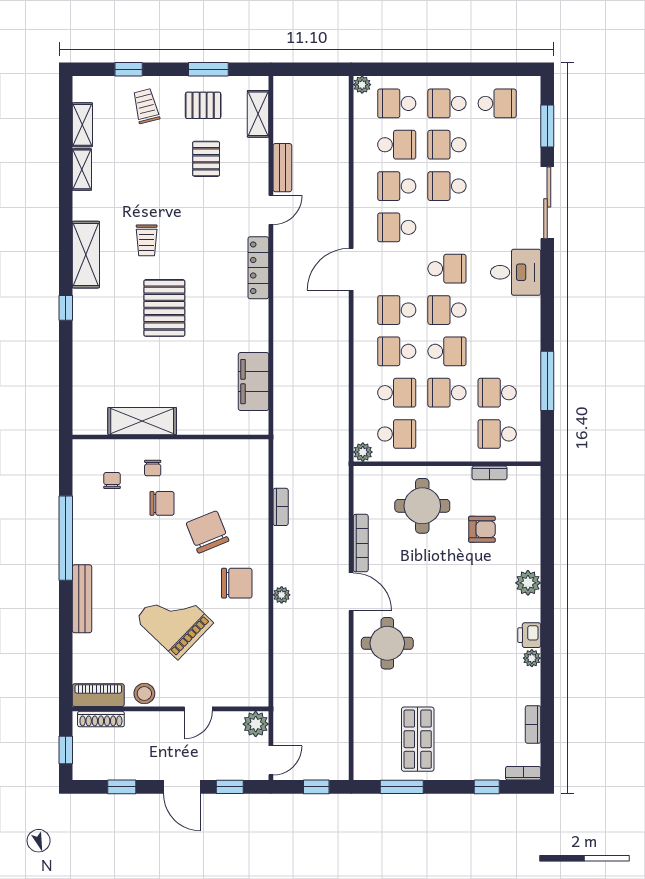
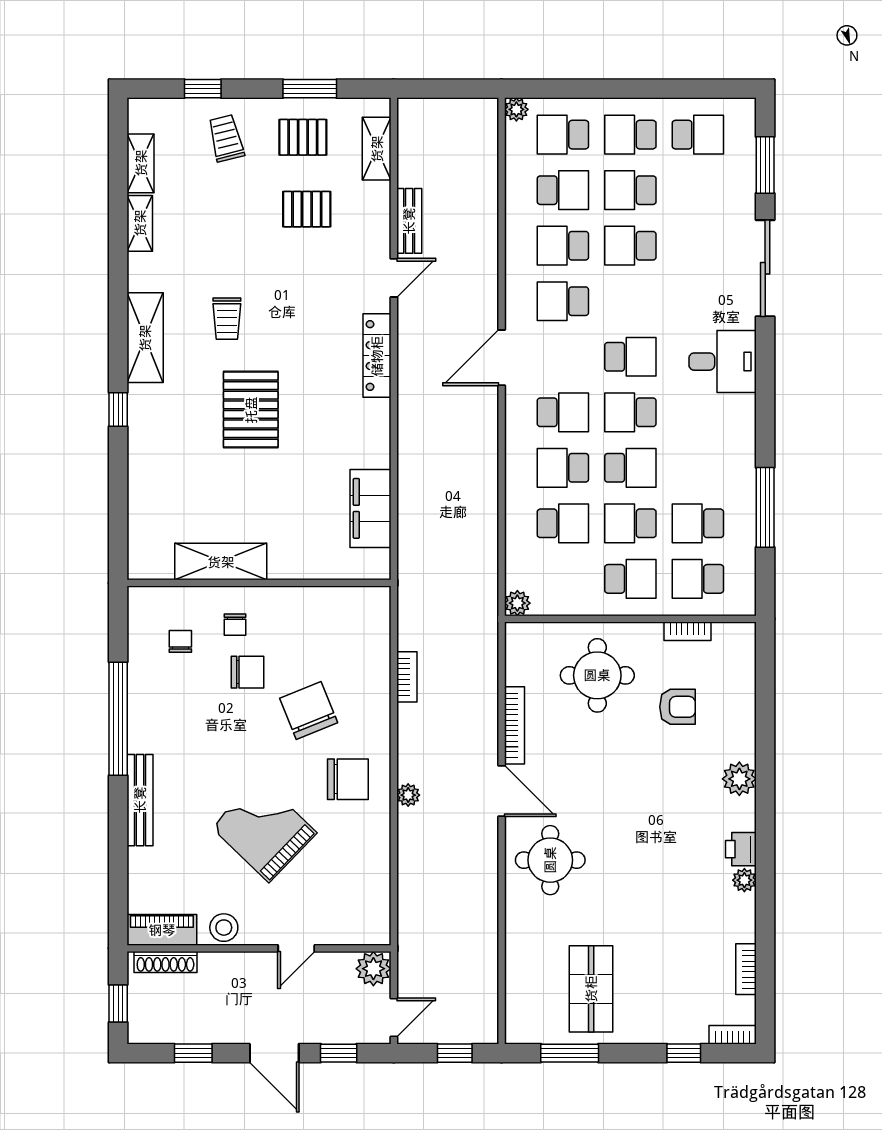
pallet: (206, 159) -> (307, 209), turned 90
school desk: (397, 310) -> (563, 412), turned 180
school desk: (397, 434) -> (630, 579), moved

